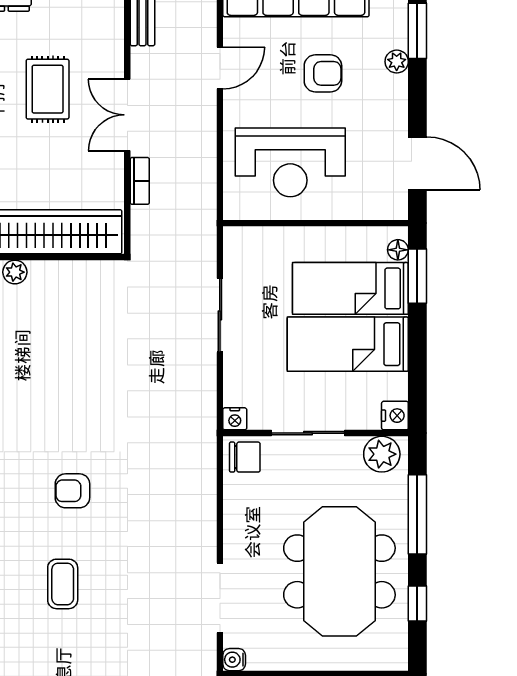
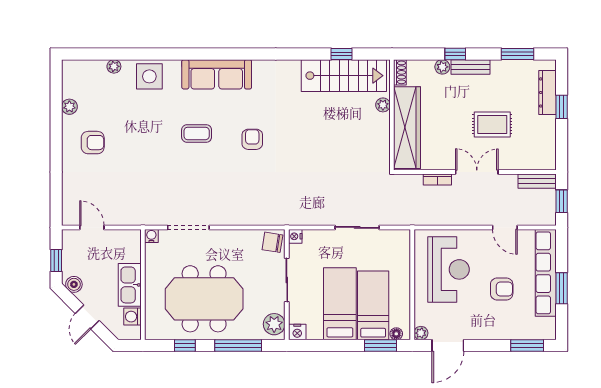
plant: (397, 62) -> (421, 333), moved
armchair: (323, 73) -> (502, 289), turned -90
reception desk: (290, 162) -> (448, 269), turned 180
chair: (245, 457) -> (272, 242), turned 99

